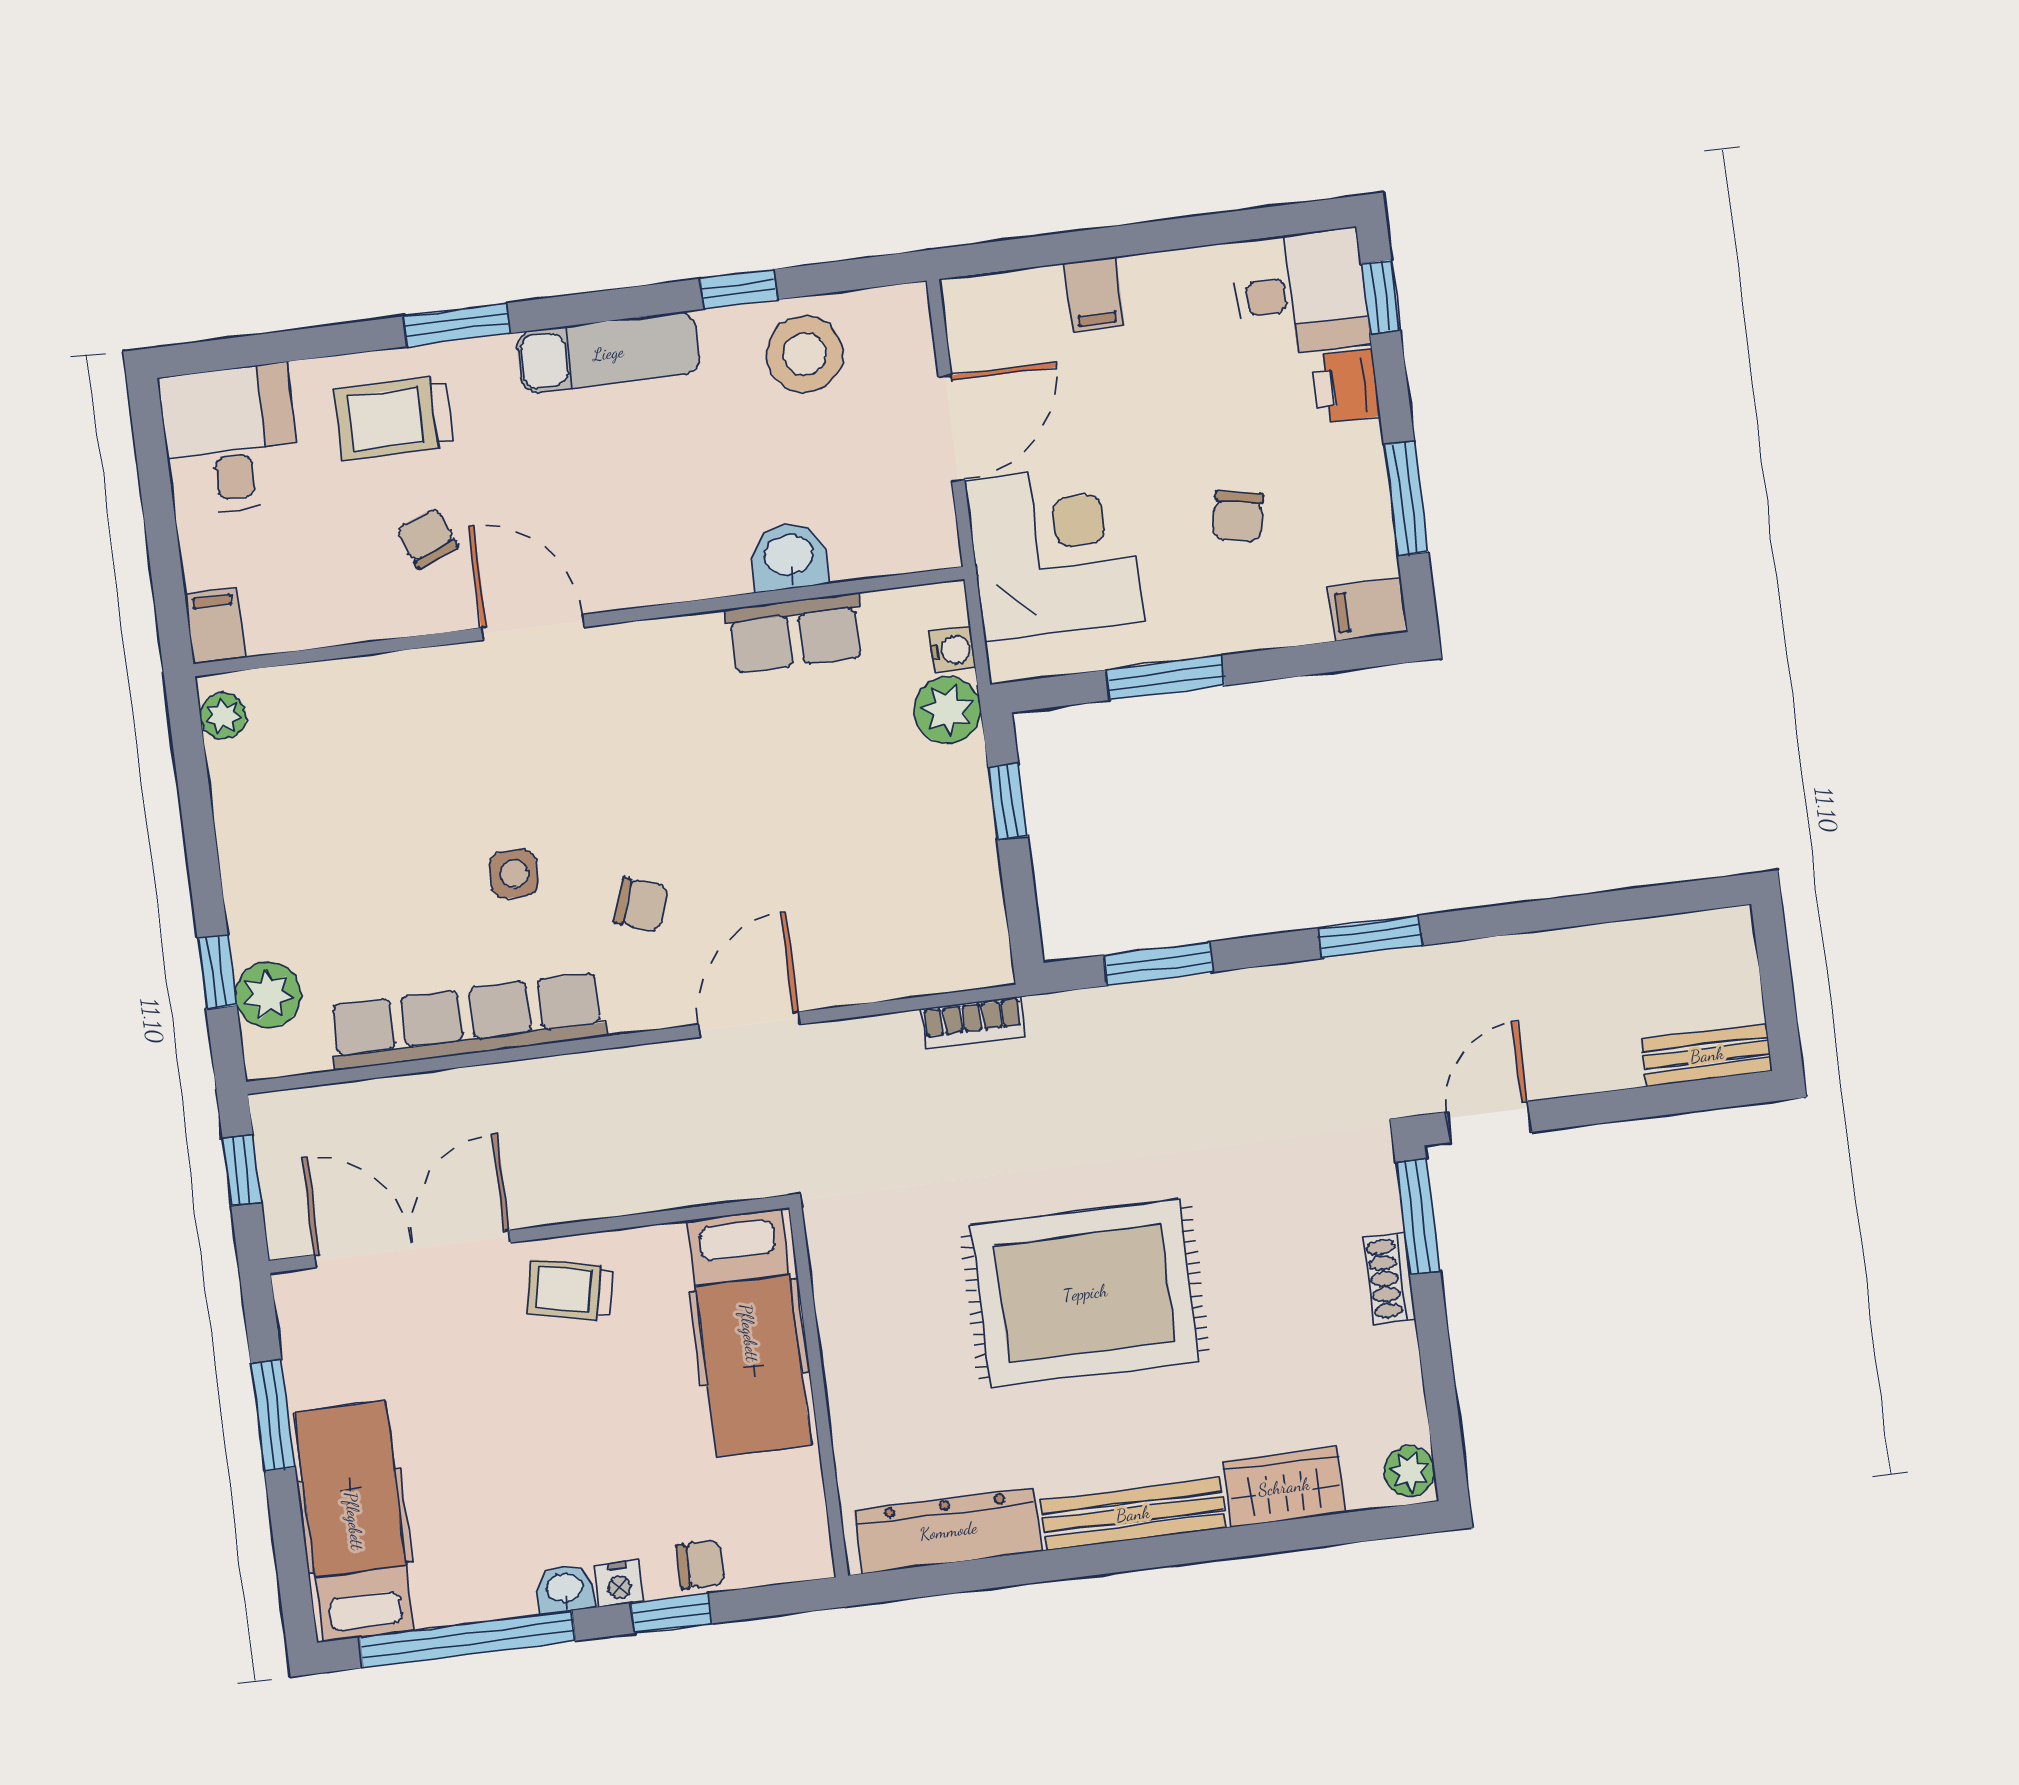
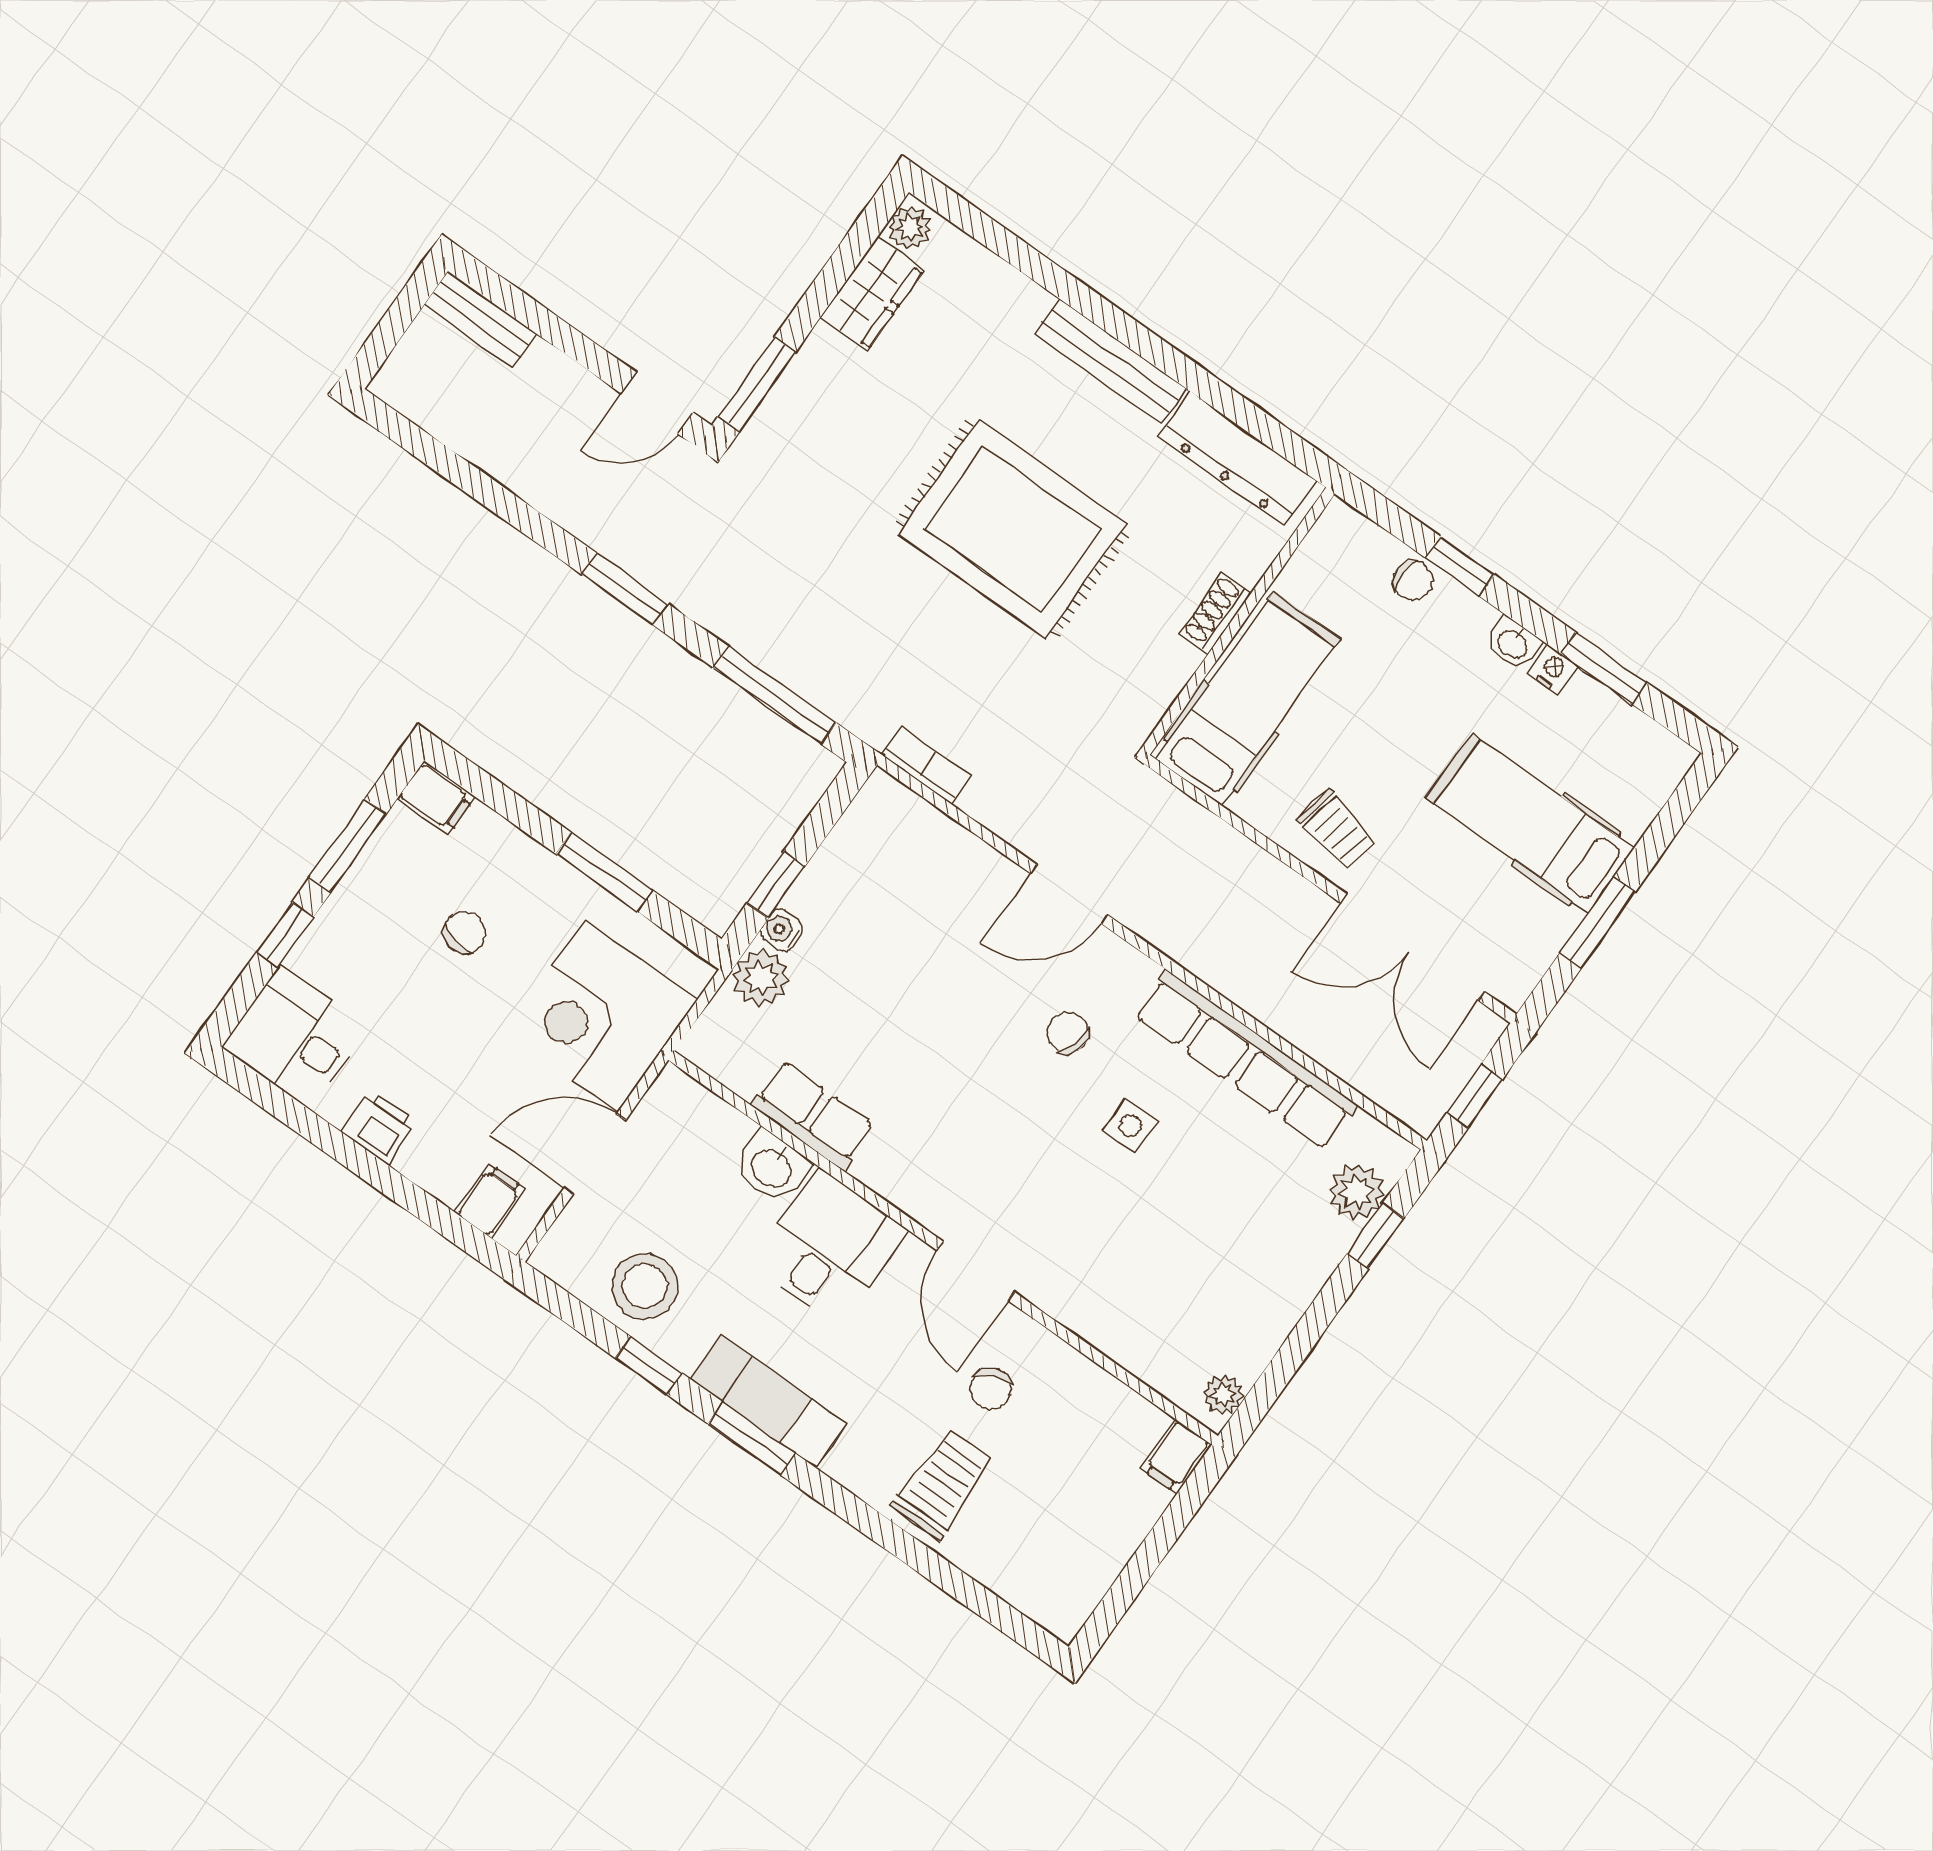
filing cabinet: (1094, 295) -> (490, 1201), moved
window: (1381, 297) -> (285, 935), moved
window: (456, 325) -> (752, 1439), moved
printer: (1345, 386) -> (379, 1126), moved, turned -90
trolley: (393, 418) -> (942, 1484), turned -90
desk: (230, 439) -> (829, 1247), moved, turned 180
water cooler: (952, 650) -> (782, 930), moved
window: (1158, 964) -> (775, 695), width x1.44
shoe rack: (1389, 1278) -> (1215, 613), moved, turned 180
wardrobe: (1284, 1487) -> (872, 294), moved, turned -90
hospital bed: (354, 1521) -> (1530, 823), moved, turned 90
chair: (701, 1564) -> (1413, 580), turned 180
nightstand: (619, 1584) -> (1552, 670), moved
window: (468, 1639) -> (1604, 668), width x0.47

